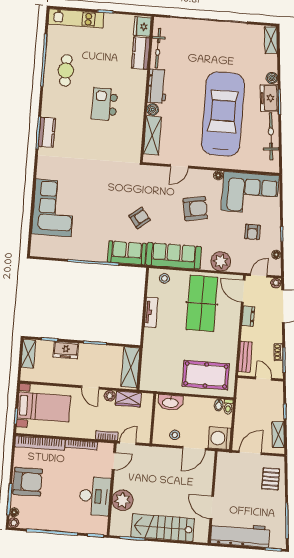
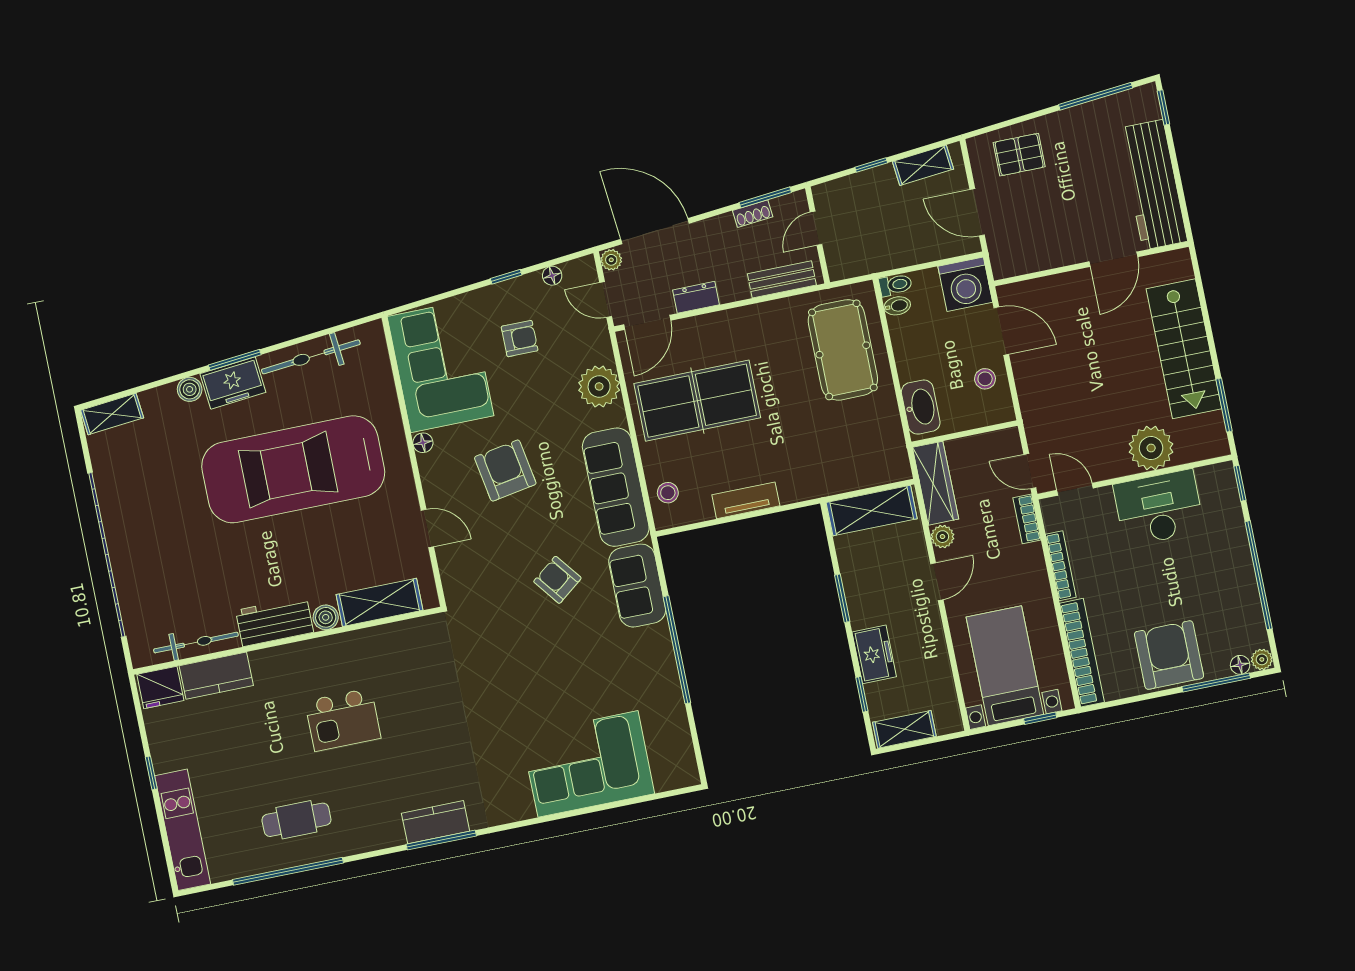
wardrobe: (128, 399) -> (936, 483), width x1.50

